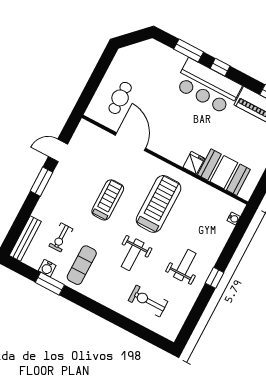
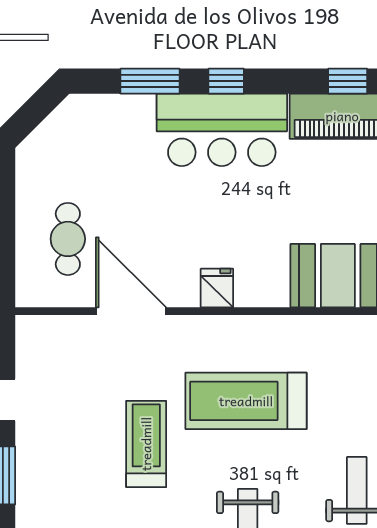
fridge: (194, 163) -> (217, 288), moved
treadmill: (159, 204) -> (246, 401), turned -90

